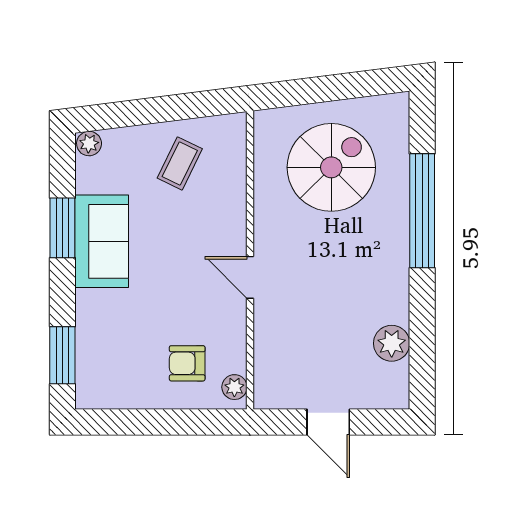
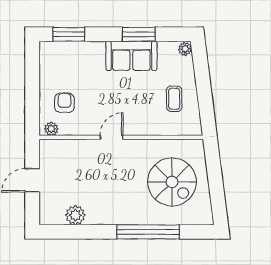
coffee table: (180, 163) -> (174, 99), turned 64

